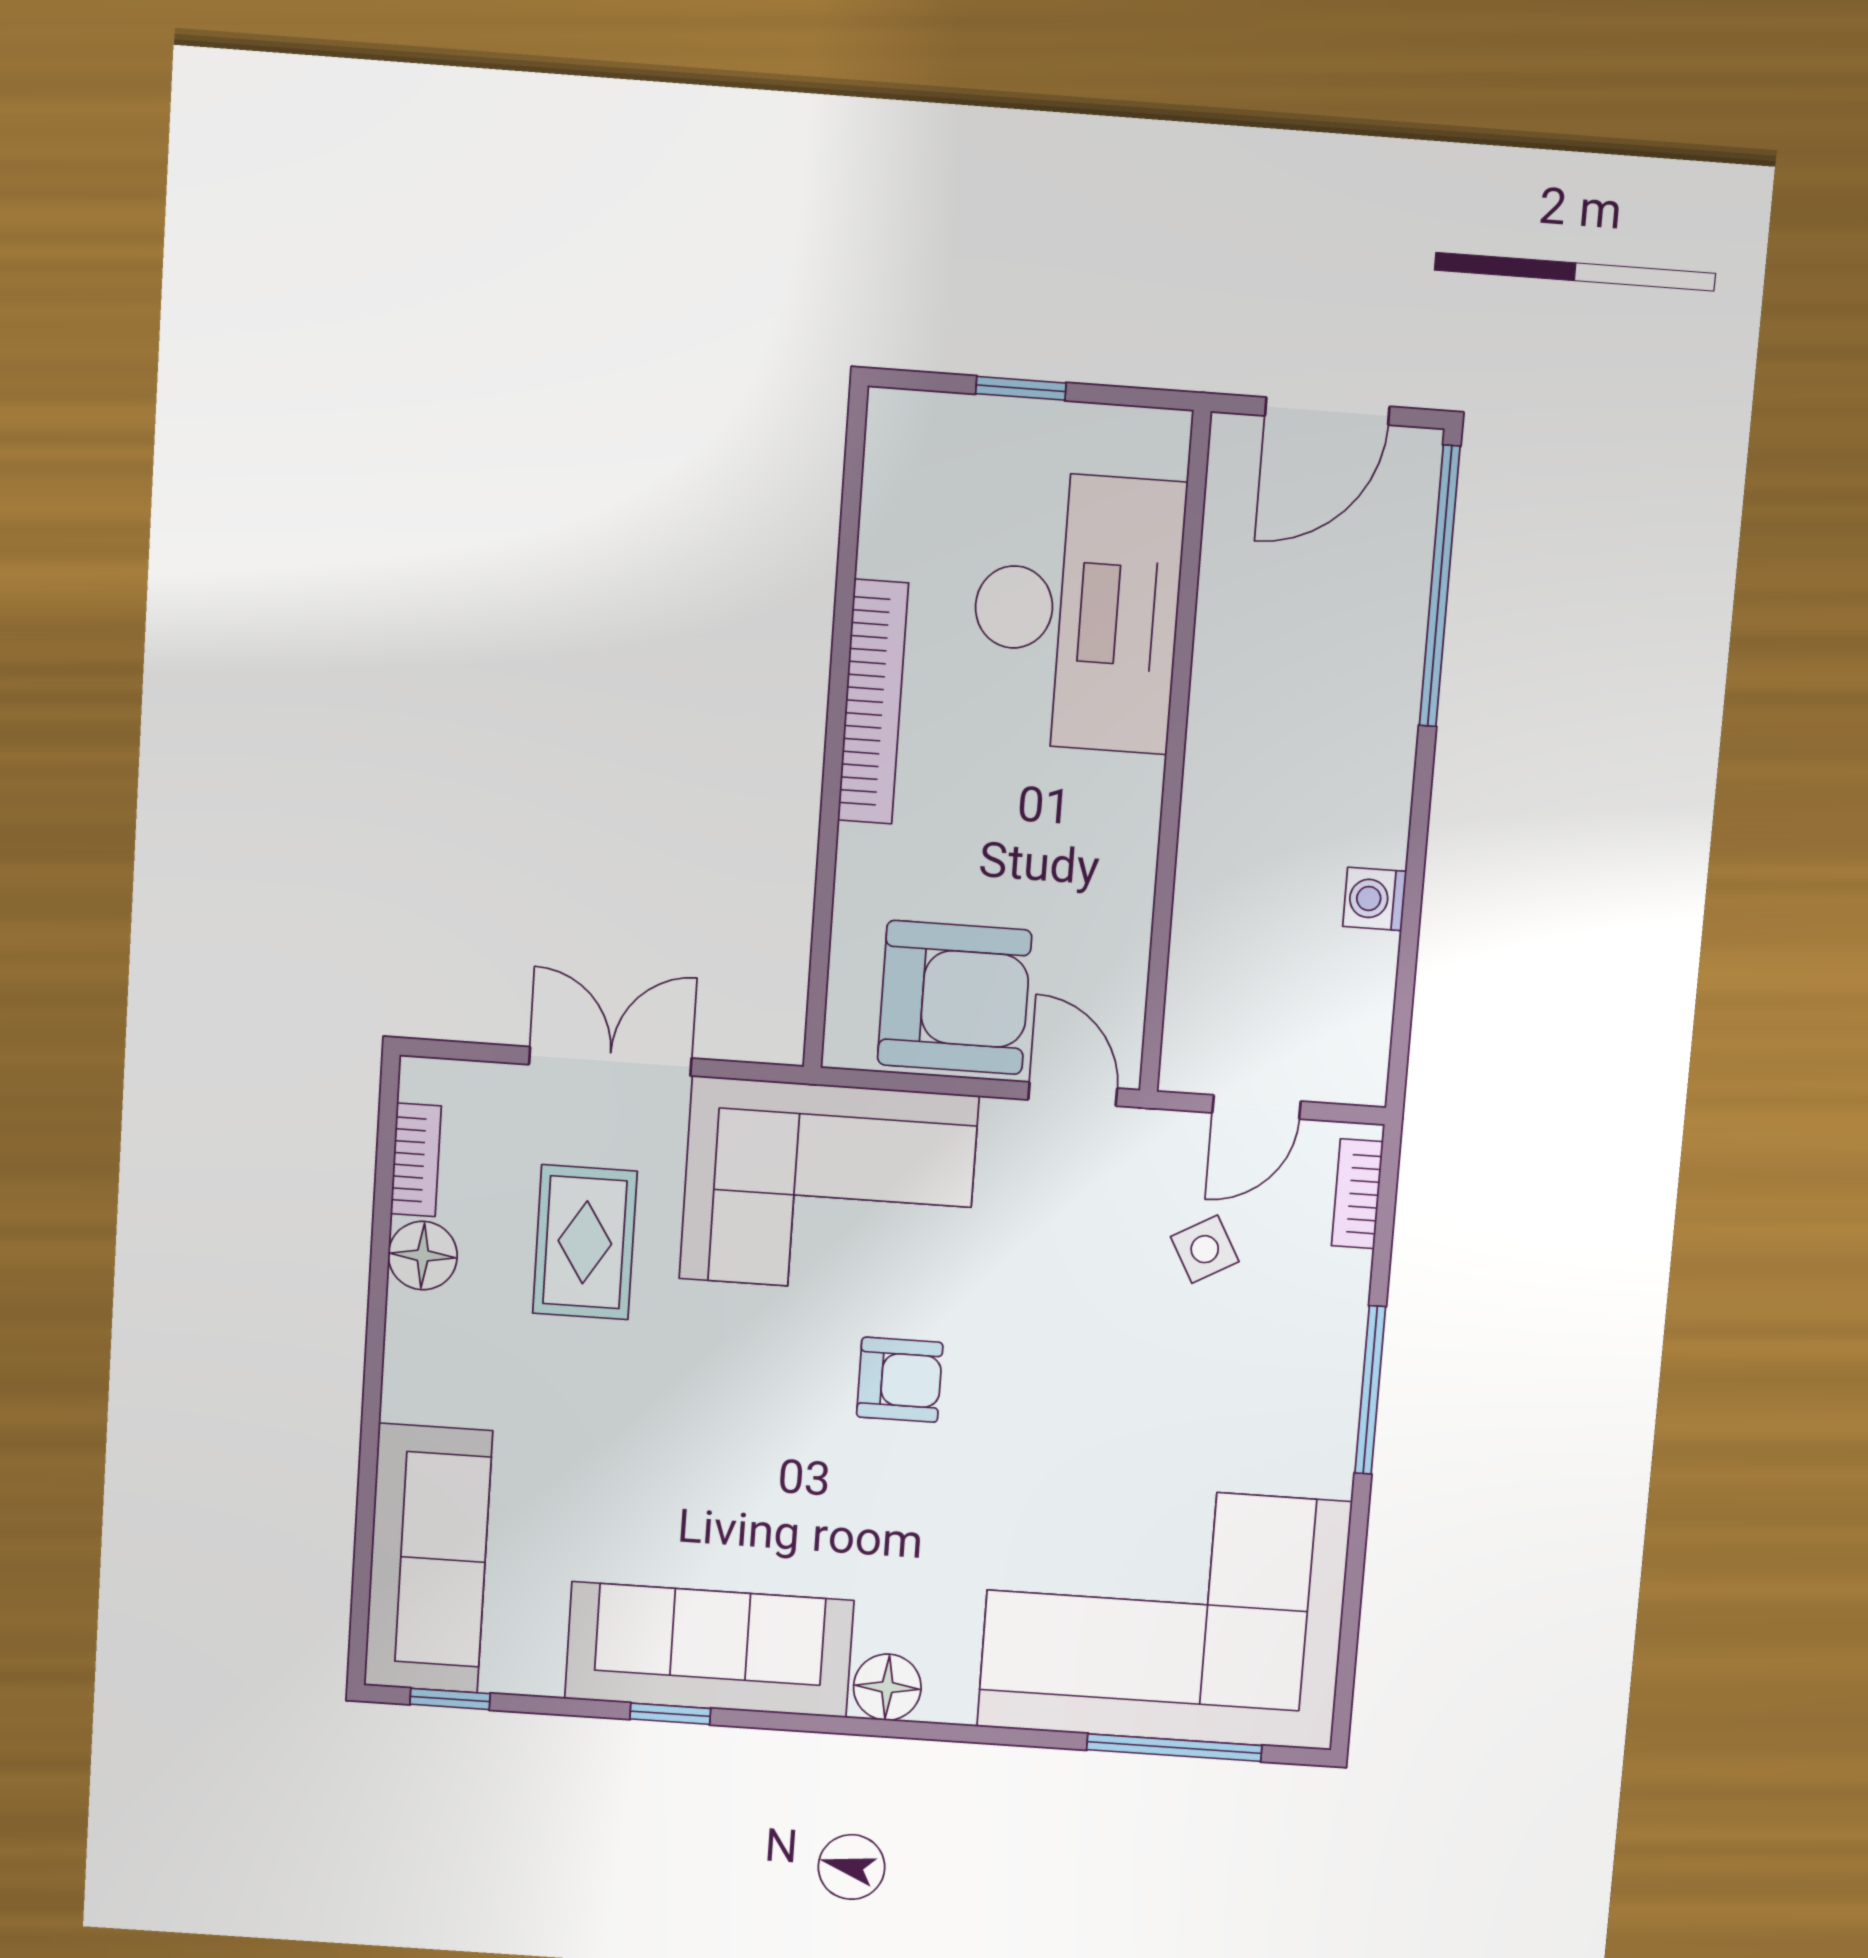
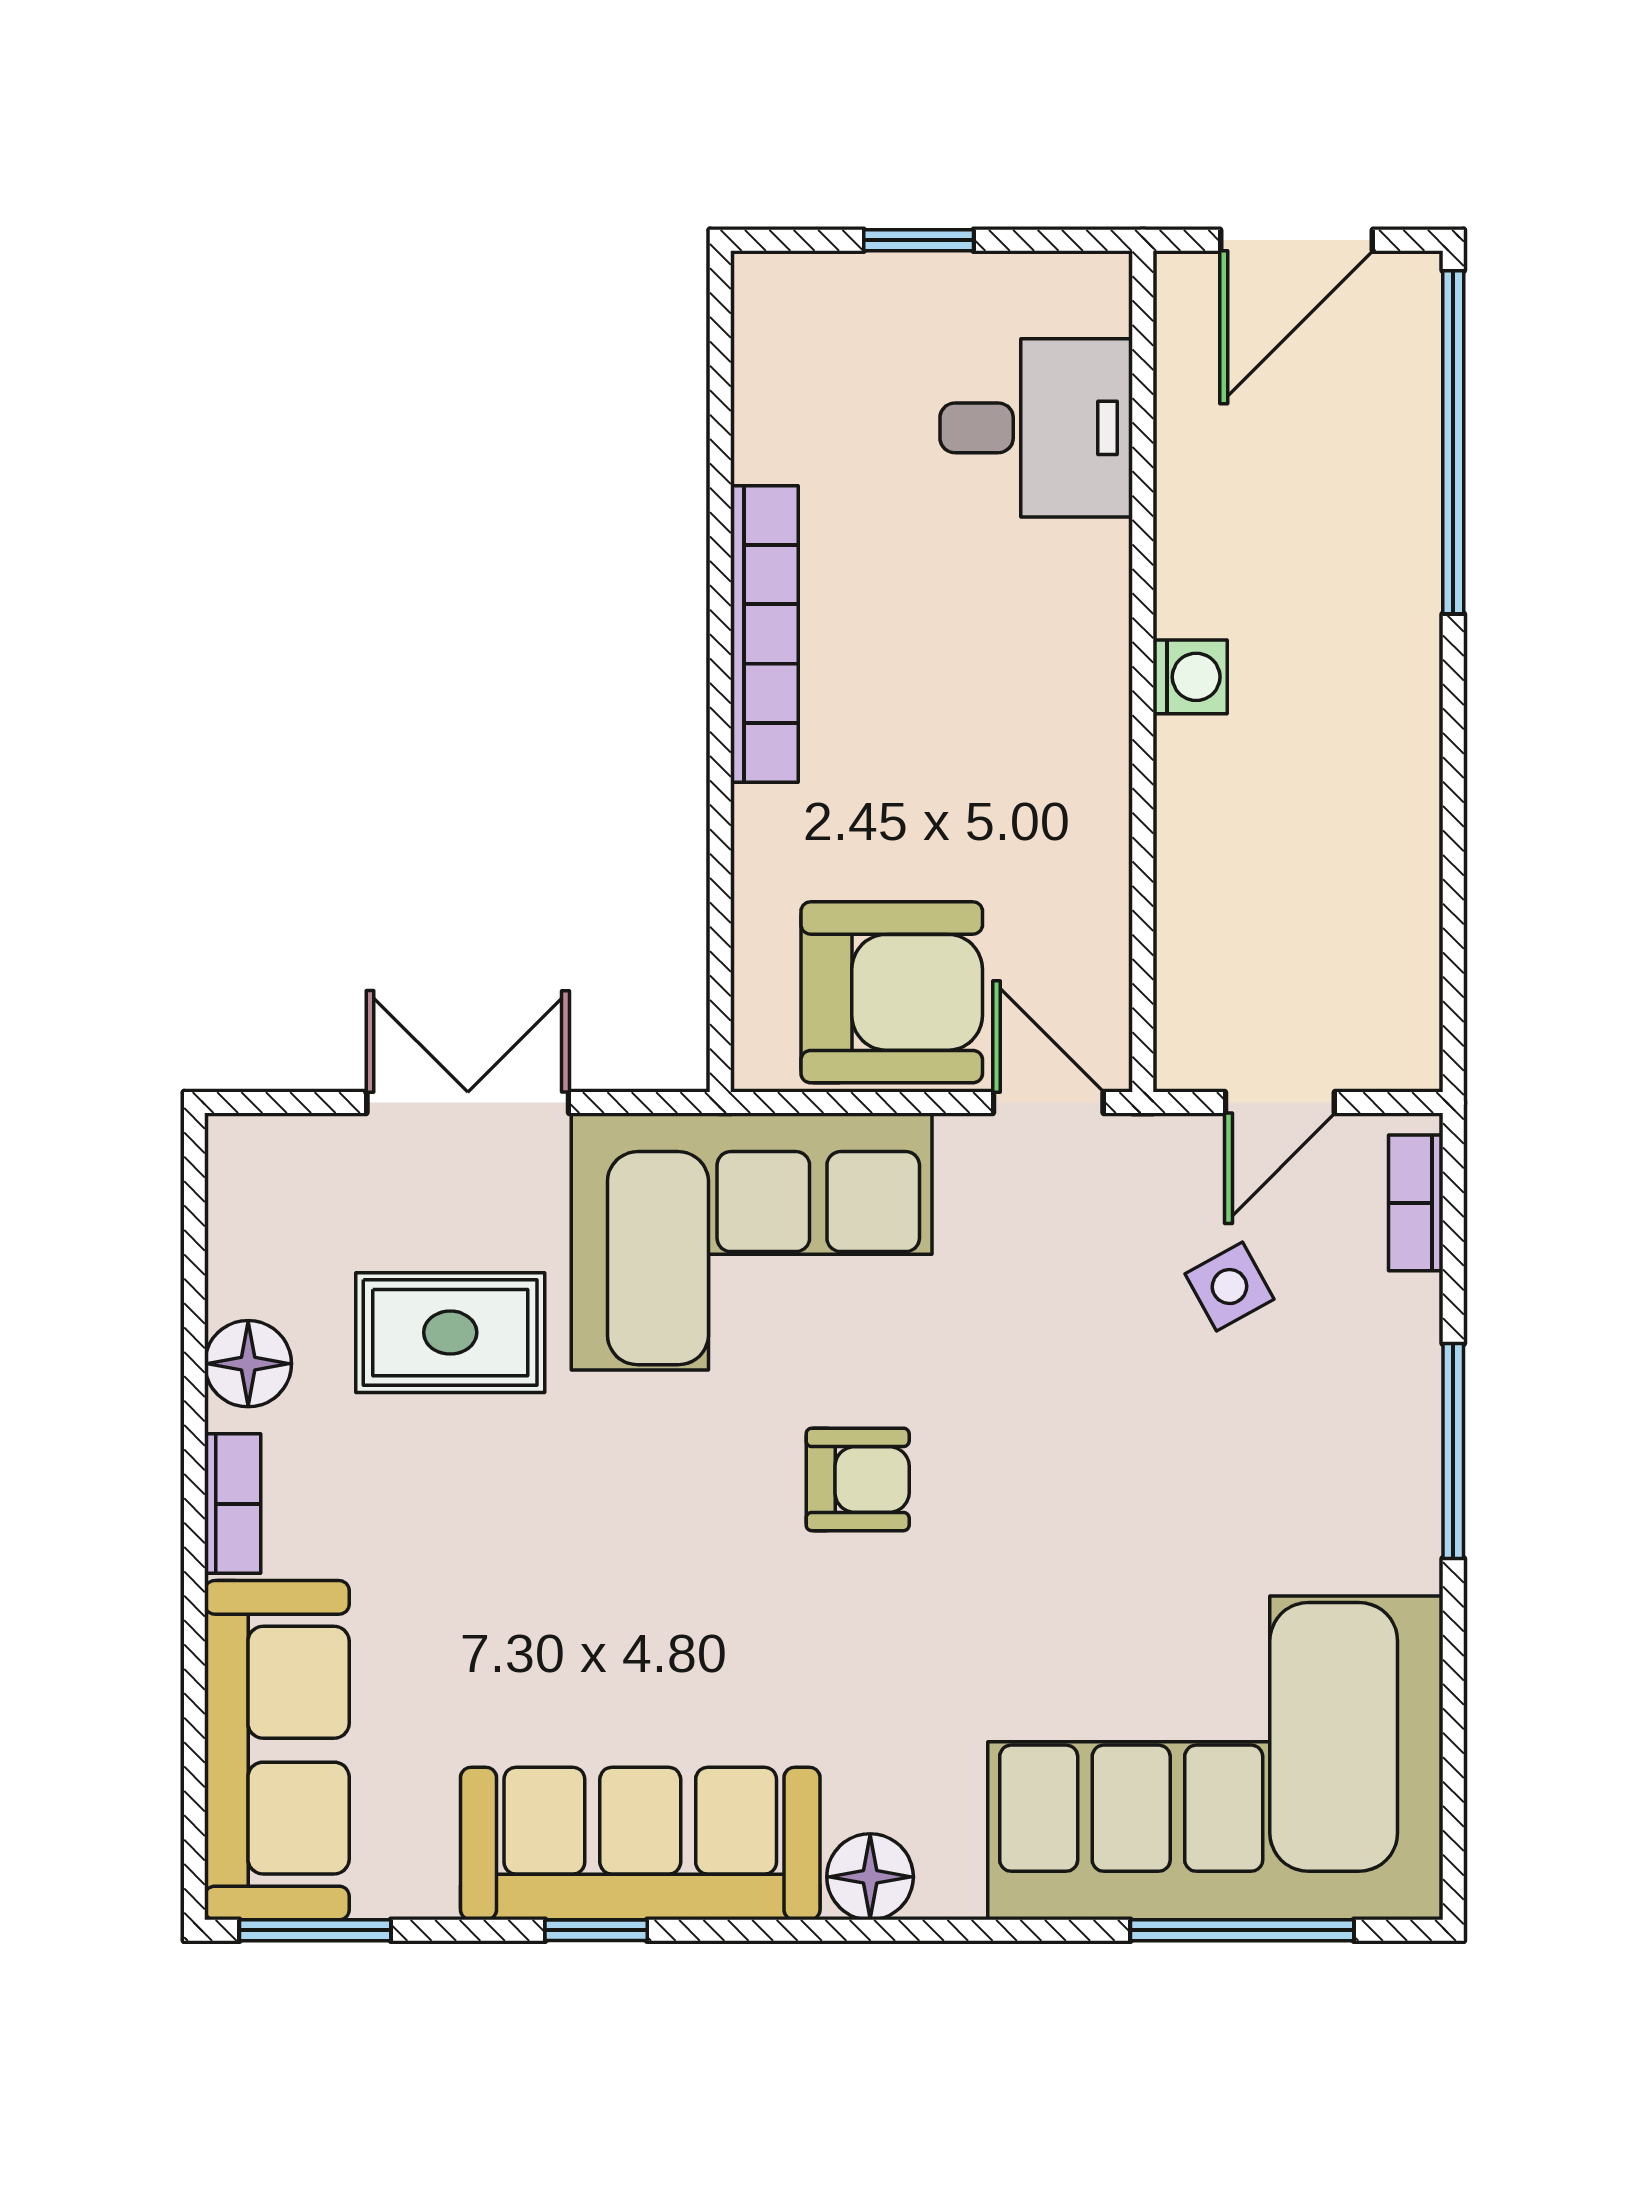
desk: (1076, 612) -> (1036, 428), width x0.53, depth x0.77
washing machine: (1375, 899) -> (1190, 677), moved, turned 180
bookcase: (416, 1160) -> (233, 1504), moved
rug: (585, 1242) -> (450, 1333), turned 90
window: (450, 1699) -> (315, 1930), width x1.50

